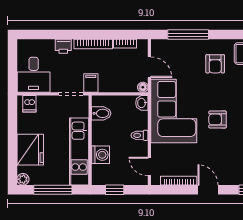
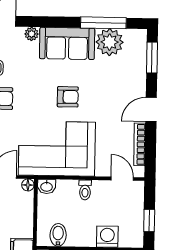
armchair: (217, 119) -> (68, 97), turned -90
door: (149, 166) -> (122, 179), swing flipped

